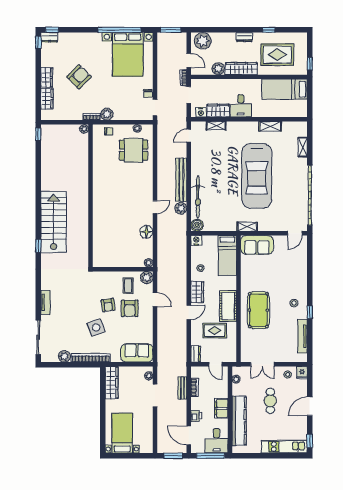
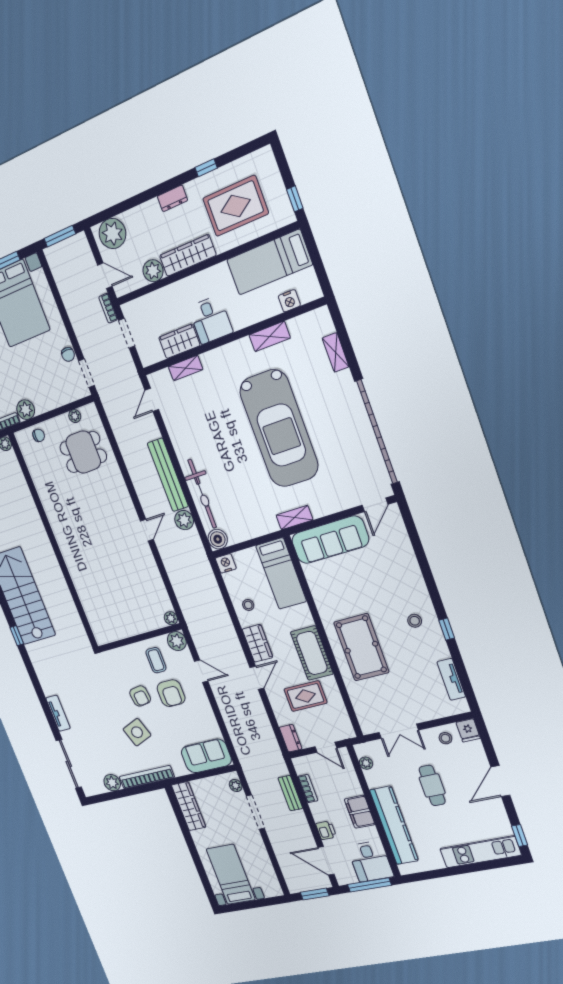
nightstand: (201, 112) -> (289, 301), moved
floor lamp: (146, 232) -> (150, 572), removed
sofa: (257, 245) -> (330, 540), width x1.36
tv unit: (303, 336) -> (451, 679), width x0.71

